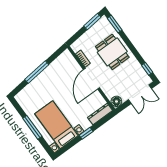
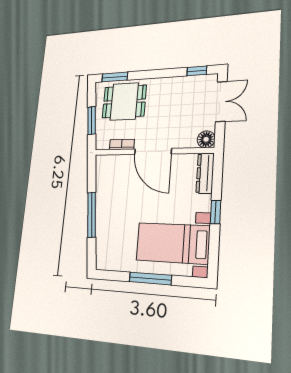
window: (92, 21) -> (92, 120), moved
dining table: (112, 52) -> (124, 102), moved

